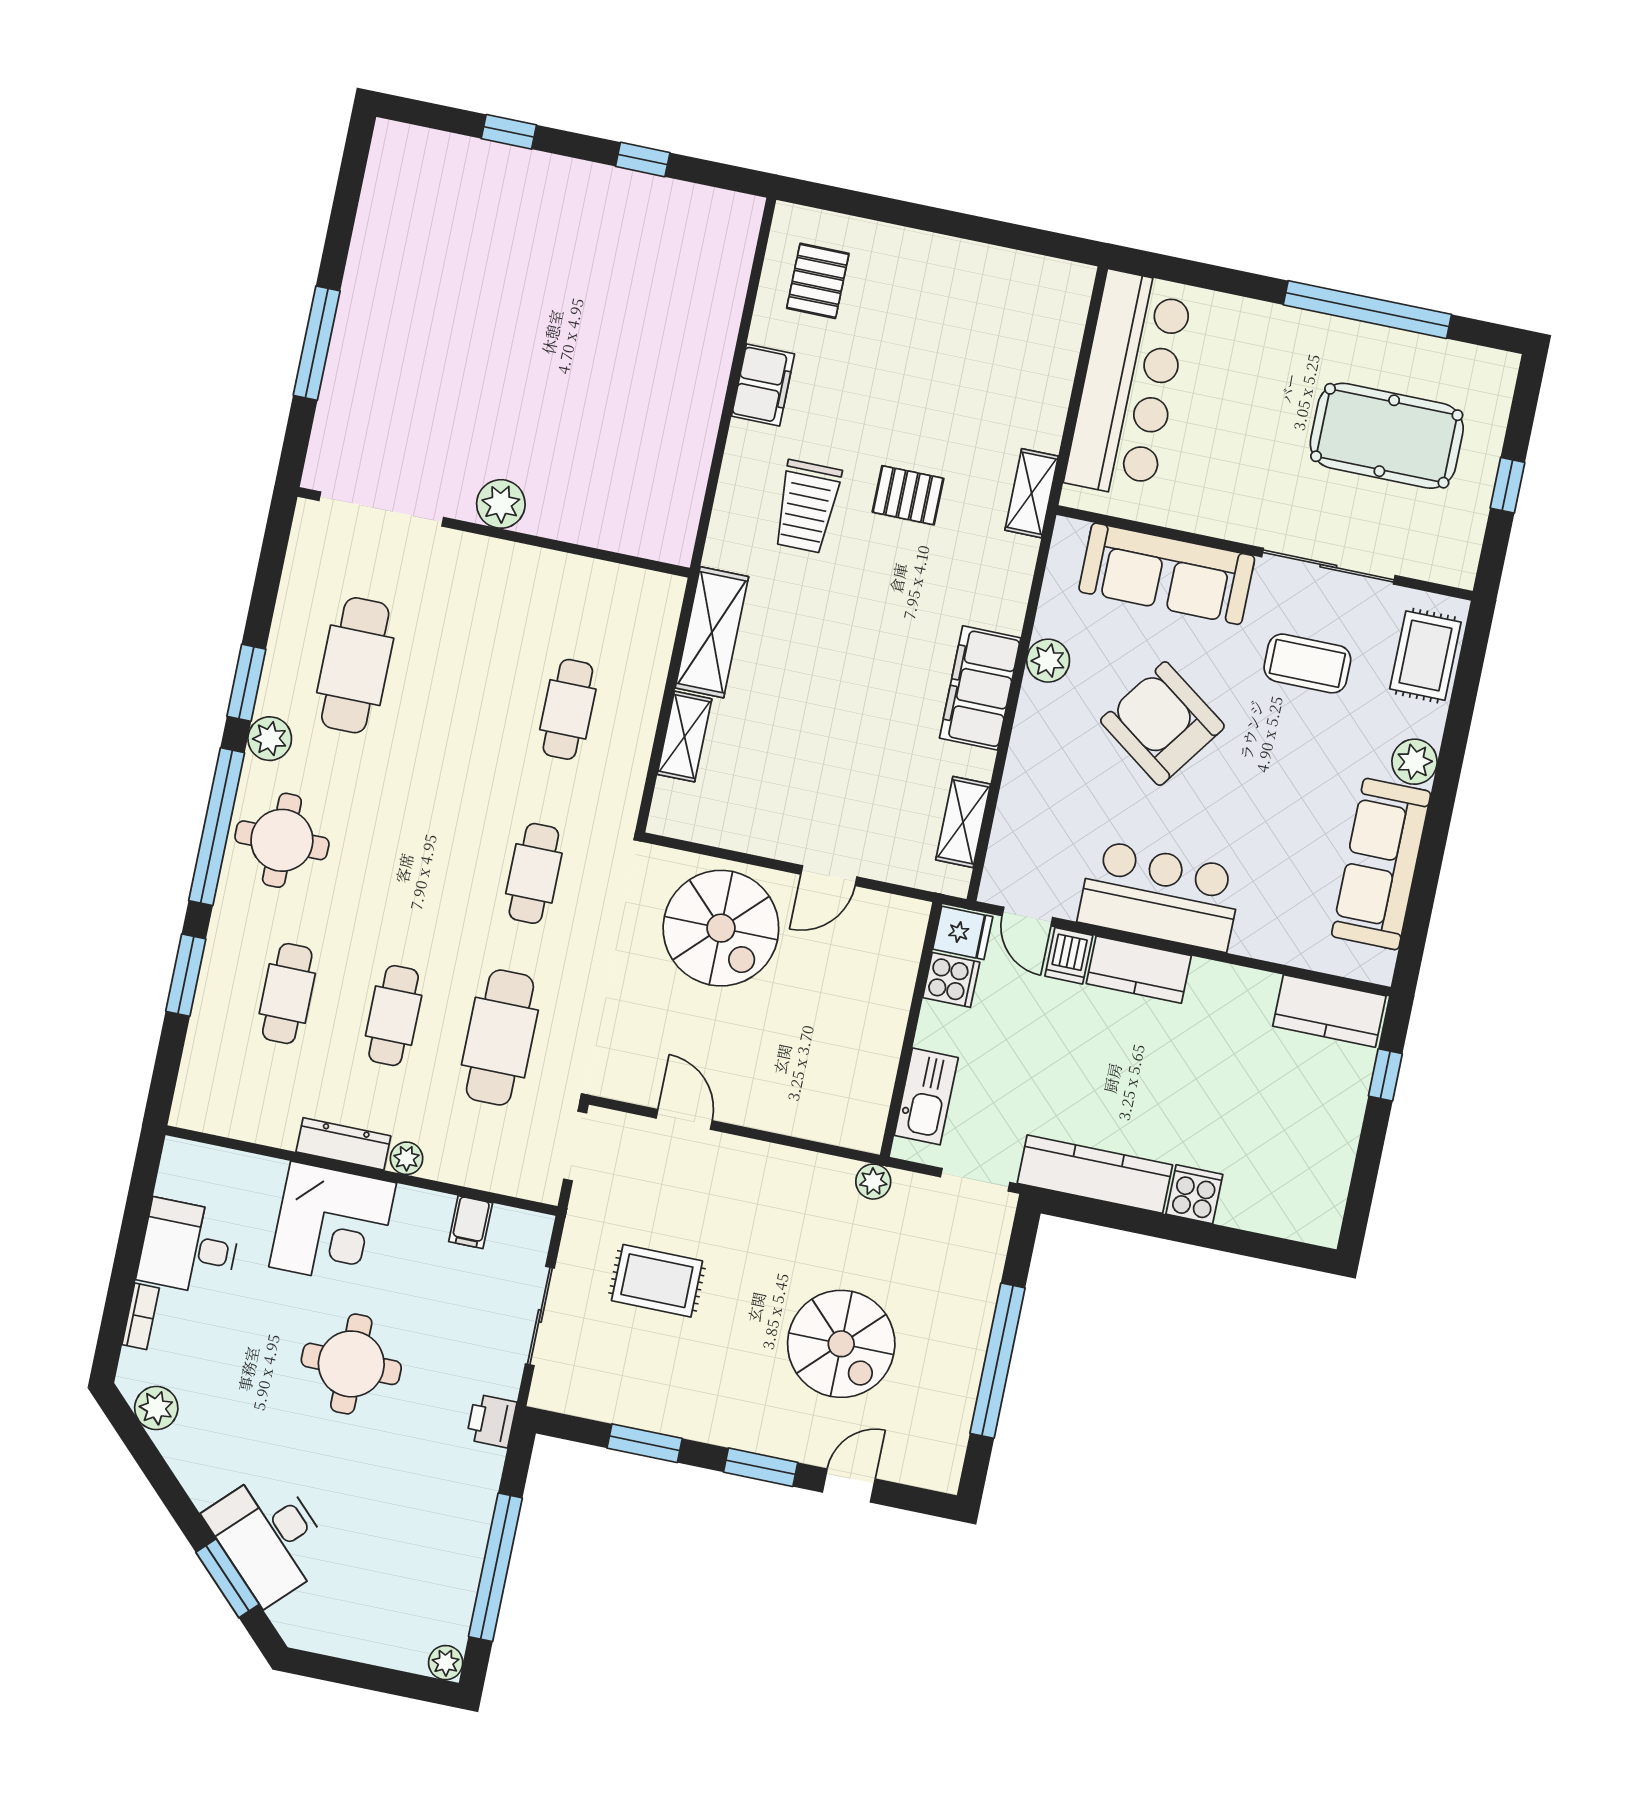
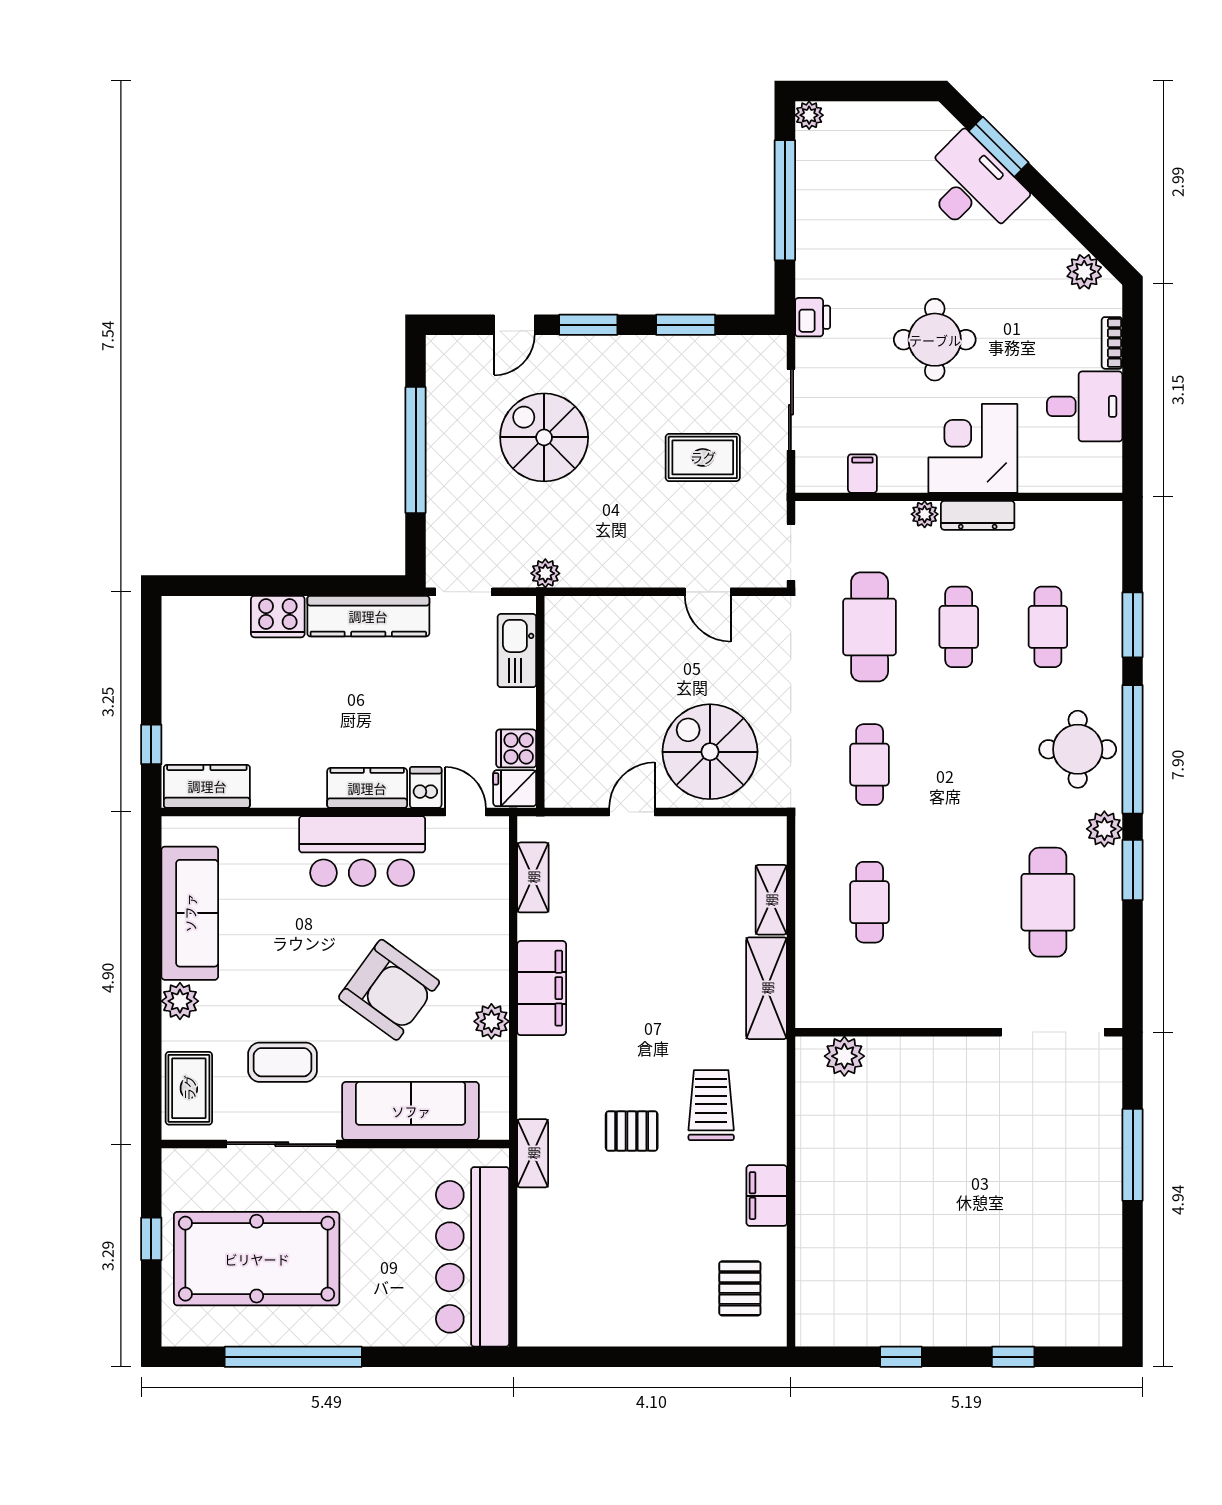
pool table: (1387, 436) -> (257, 1259), width x1.36, depth x1.32
plant: (501, 504) -> (844, 1056), moved
cooker: (1194, 1194) -> (278, 617), width x1.36

